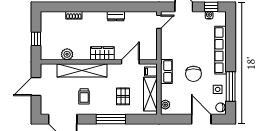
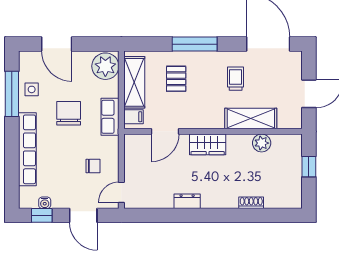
shelving: (82, 70) -> (251, 119), width x0.68
plant: (165, 105) -> (105, 66), width x1.88, depth x1.88
chair: (220, 107) -> (93, 166), moved

